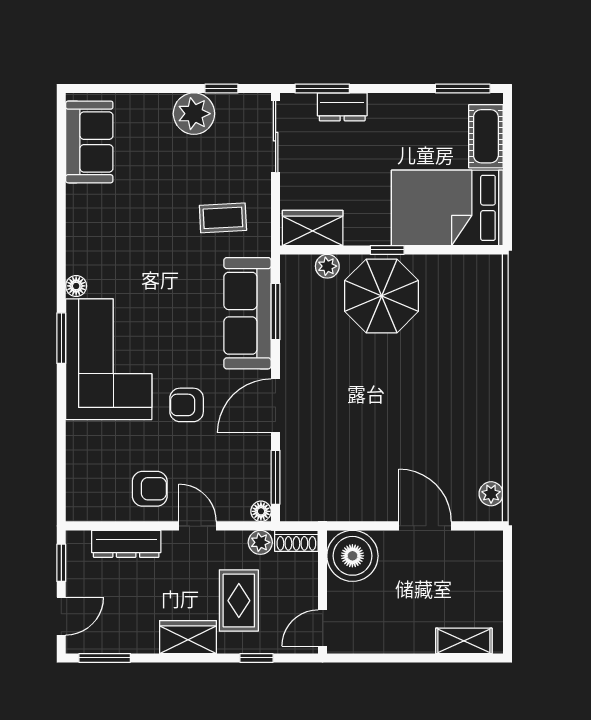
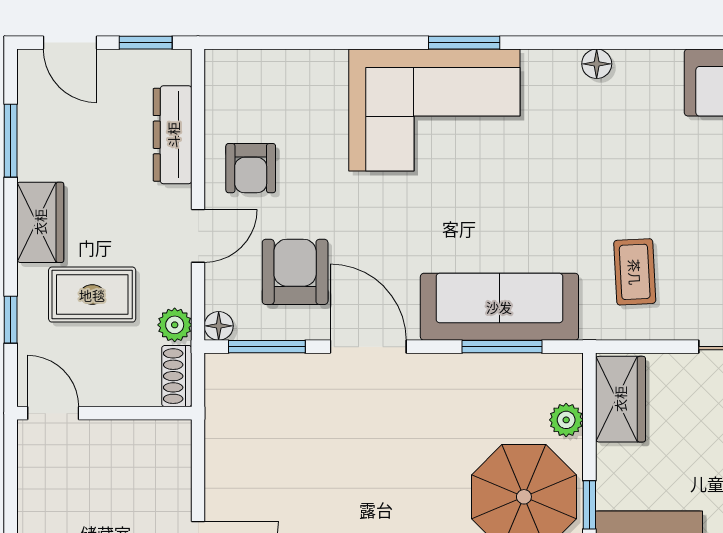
floor lamp: (76, 286) -> (597, 64), moved
armchair: (187, 405) -> (295, 272), moved, width x1.38, depth x1.38
boiler: (352, 556) -> (156, 456), removed
window: (105, 658) -> (11, 141), moved

